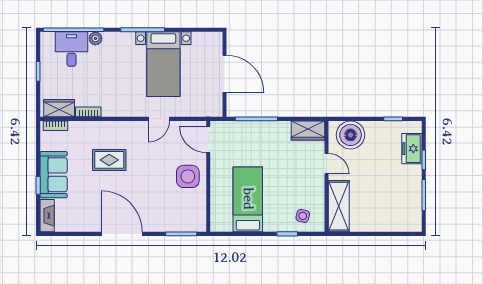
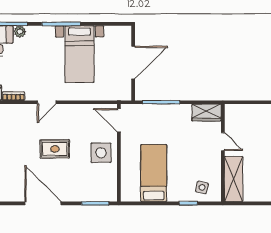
door: (224, 74) -> (133, 63), hinge flipped
door: (159, 119) -> (47, 102), moved
boiler: (351, 135) -> (244, 116), removed
rug: (109, 160) -> (55, 149), moved

